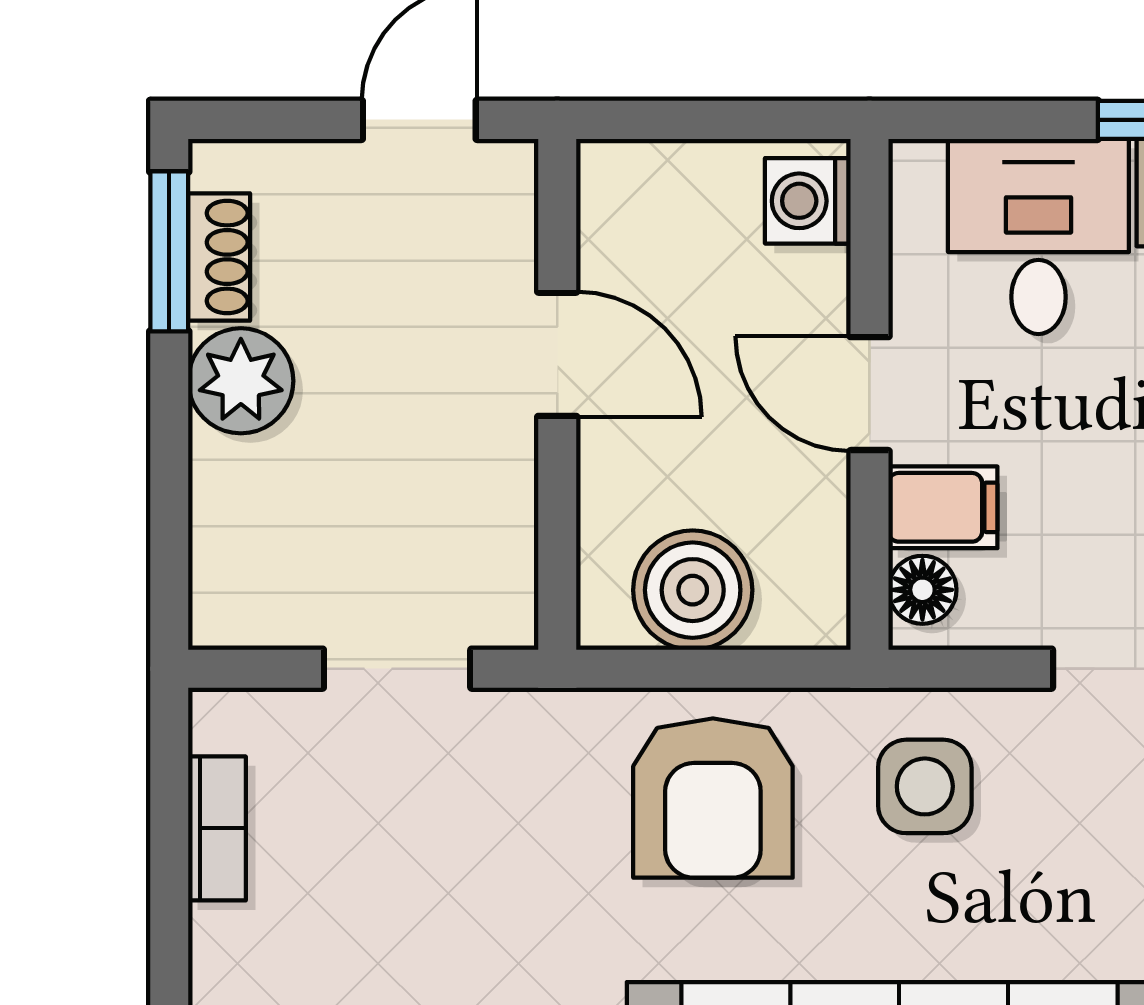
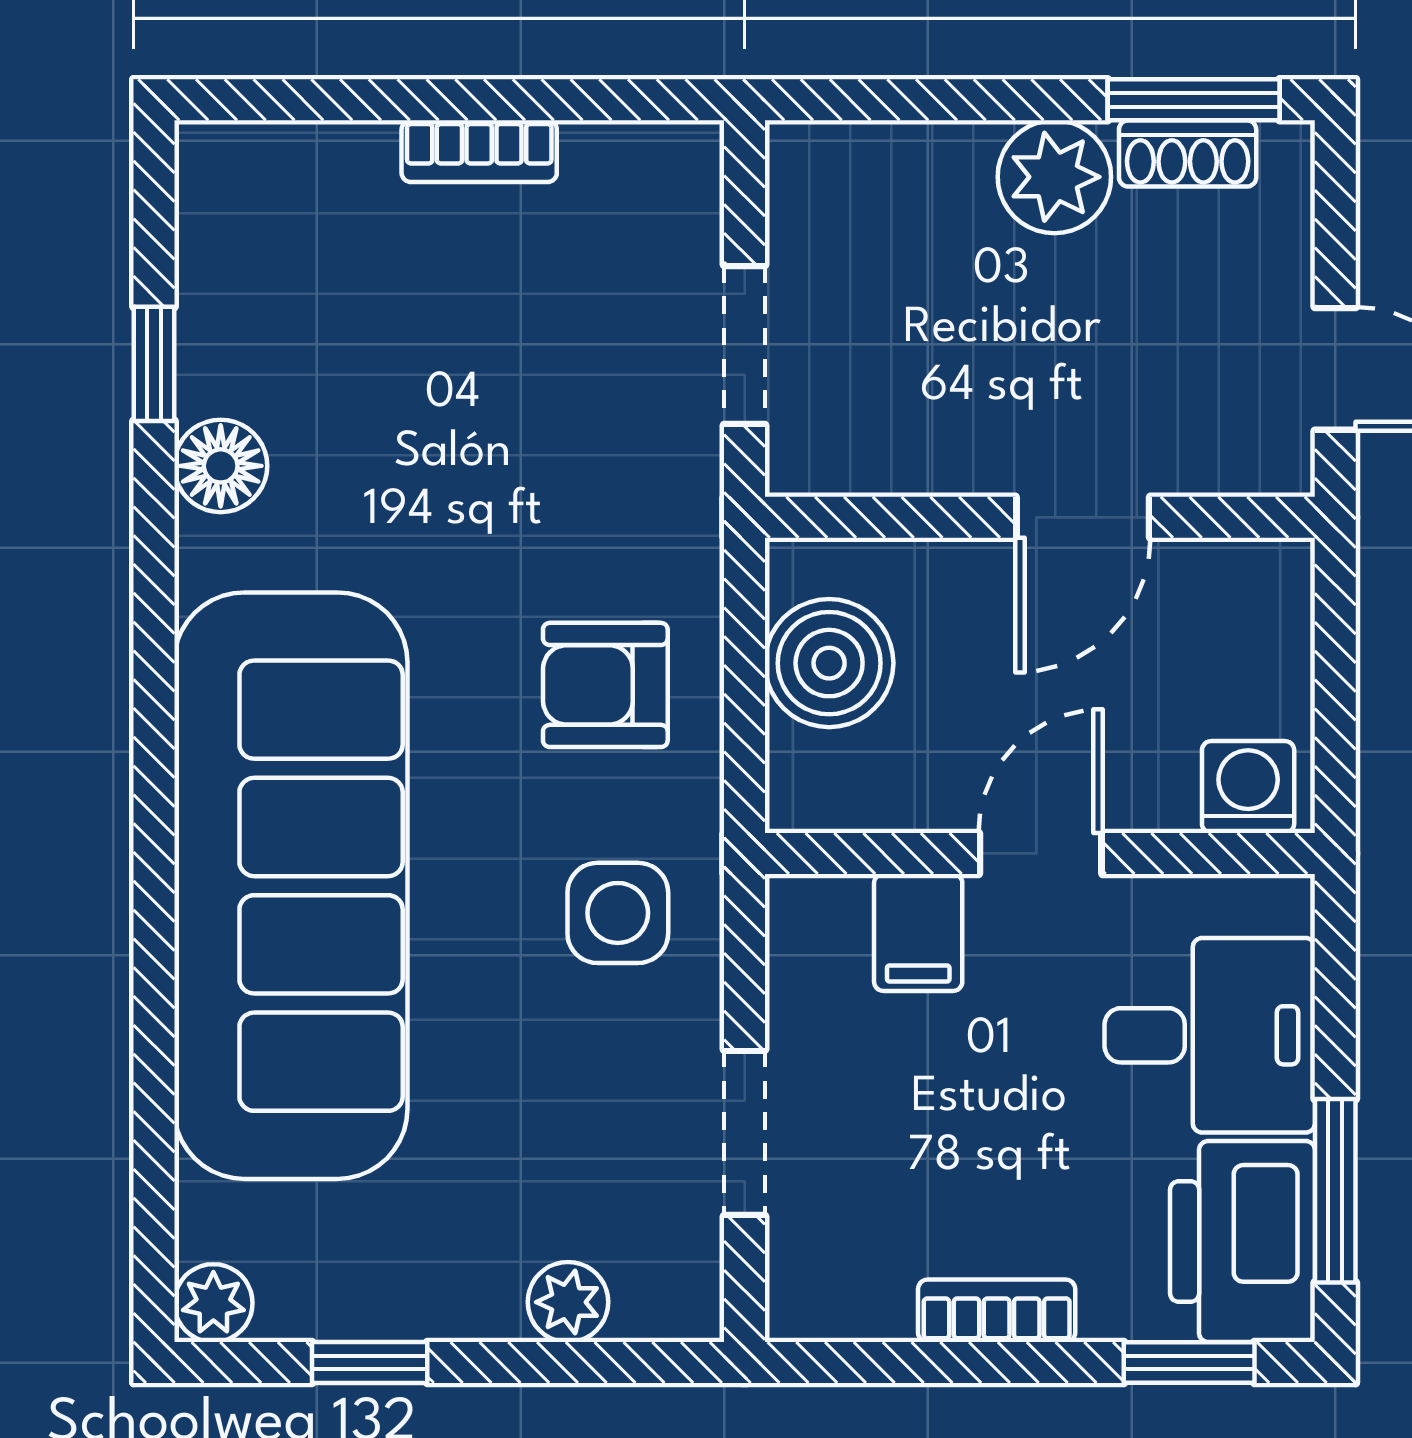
floor lamp: (922, 590) -> (829, 910), removed
armchair: (713, 798) -> (605, 685), width x0.72, depth x0.72
bookcase: (217, 828) -> (479, 151), moved

